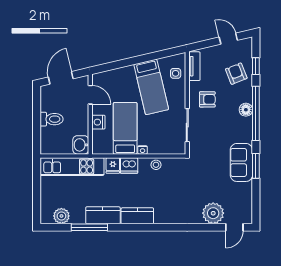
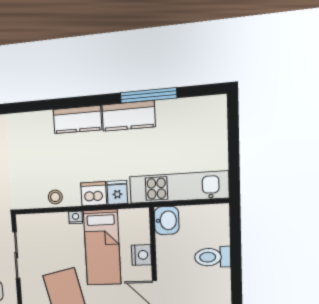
plant: (61, 216) -> (193, 109), removed

